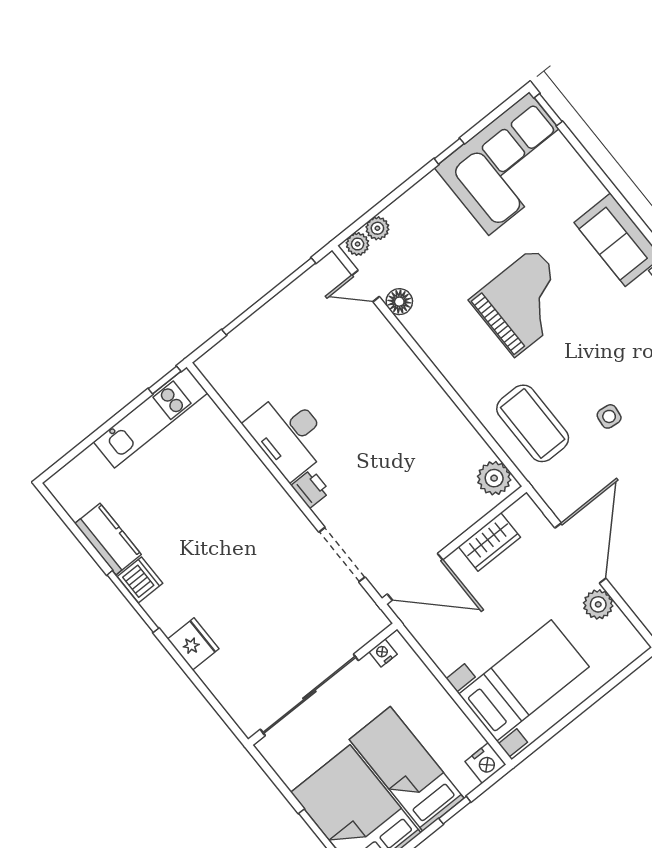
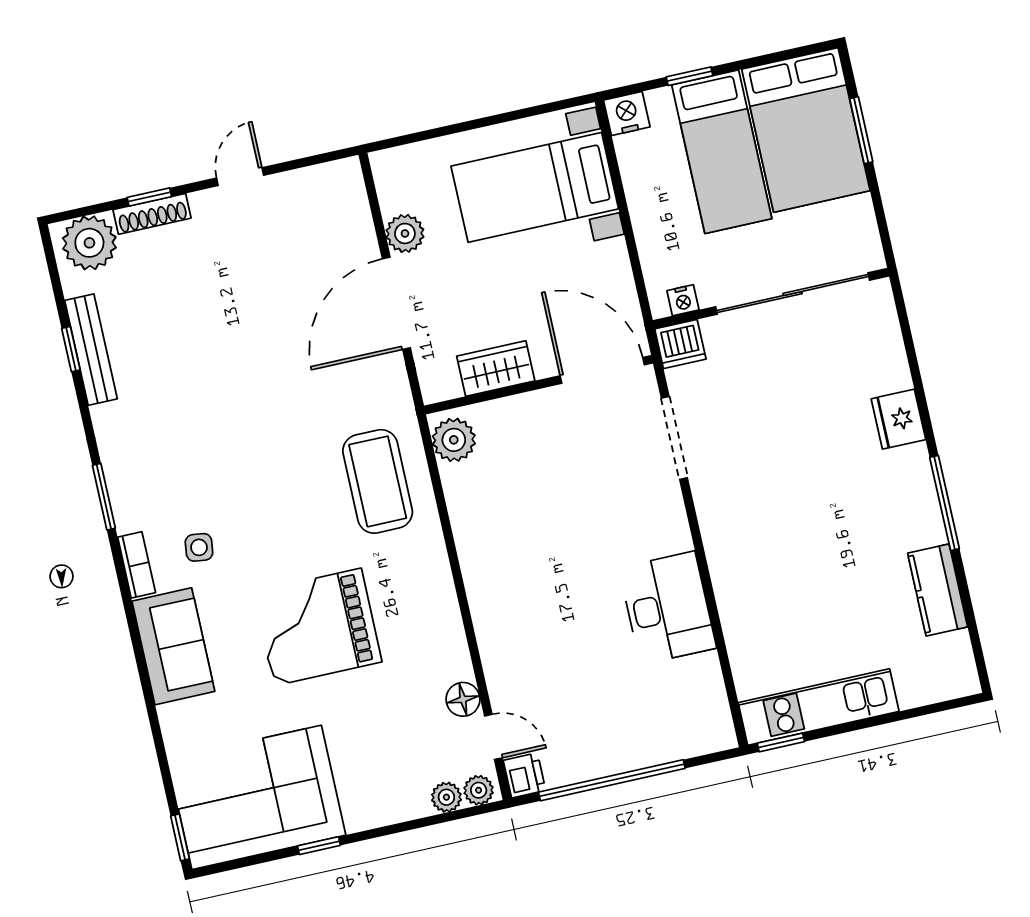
side table: (609, 416) -> (199, 547), moved
printer: (311, 489) -> (524, 775), moved, turned 180
dishwasher: (140, 580) -> (680, 344), moved, turned -90

